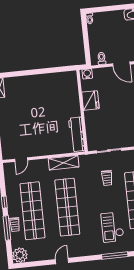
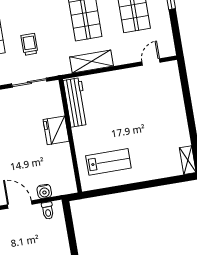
water cooler: (87, 74) -> (44, 191), moved
lab bench: (56, 90) -> (108, 162), added
fridge: (90, 100) -> (56, 130), moved

